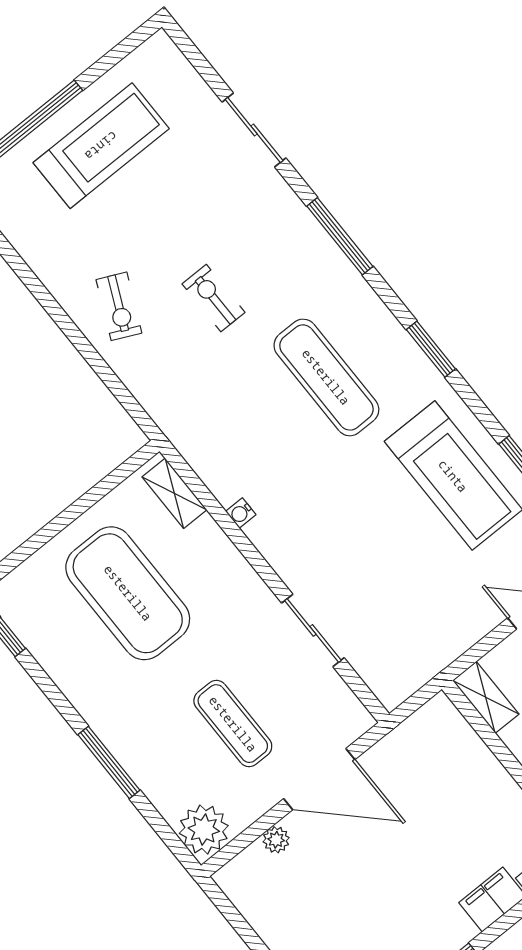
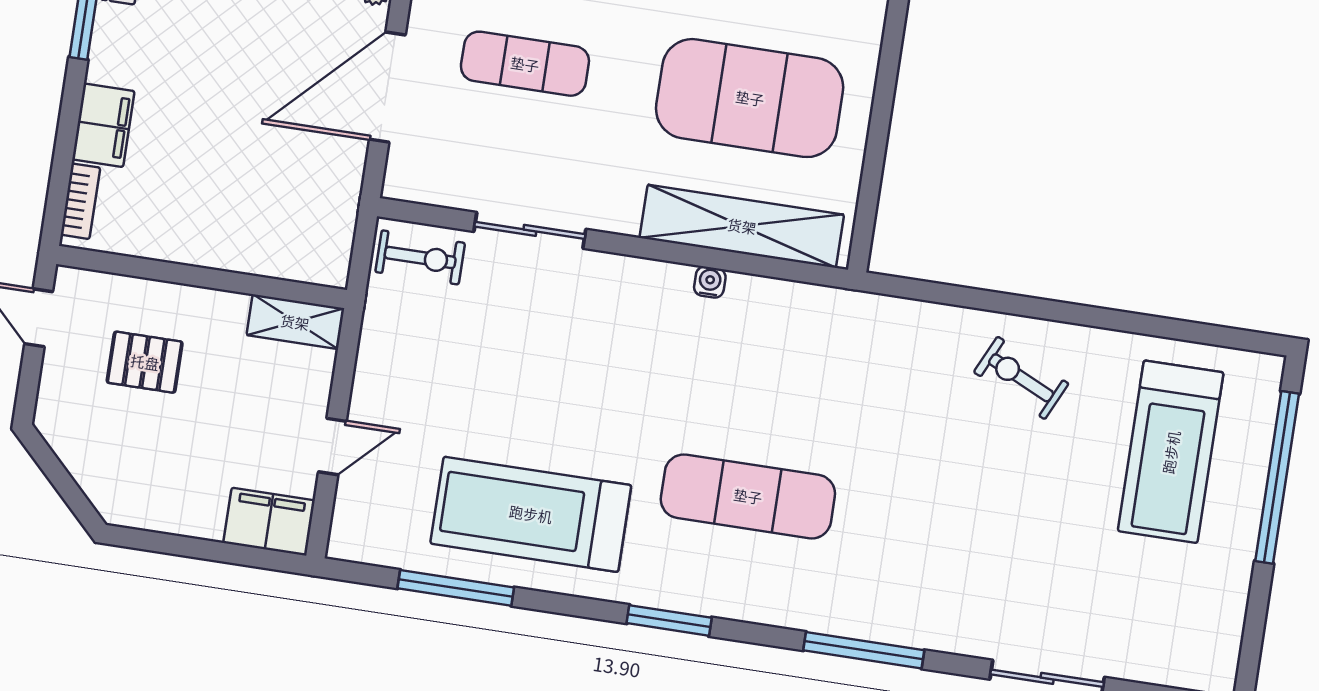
treadmill: (101, 146) -> (1171, 452), moved
exercise bike: (214, 298) -> (420, 257), moved
shelving: (174, 493) -> (742, 226), width x2.20, depth x1.33

